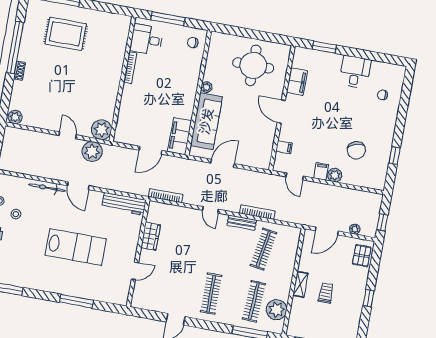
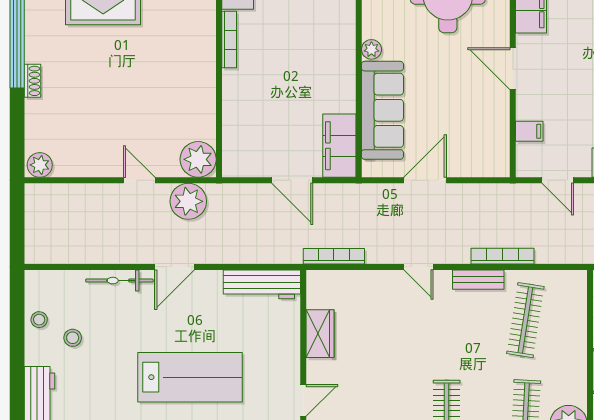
door: (151, 150) -> (292, 180), hinge flipped
door: (78, 186) -> (175, 267), hinge flipped

